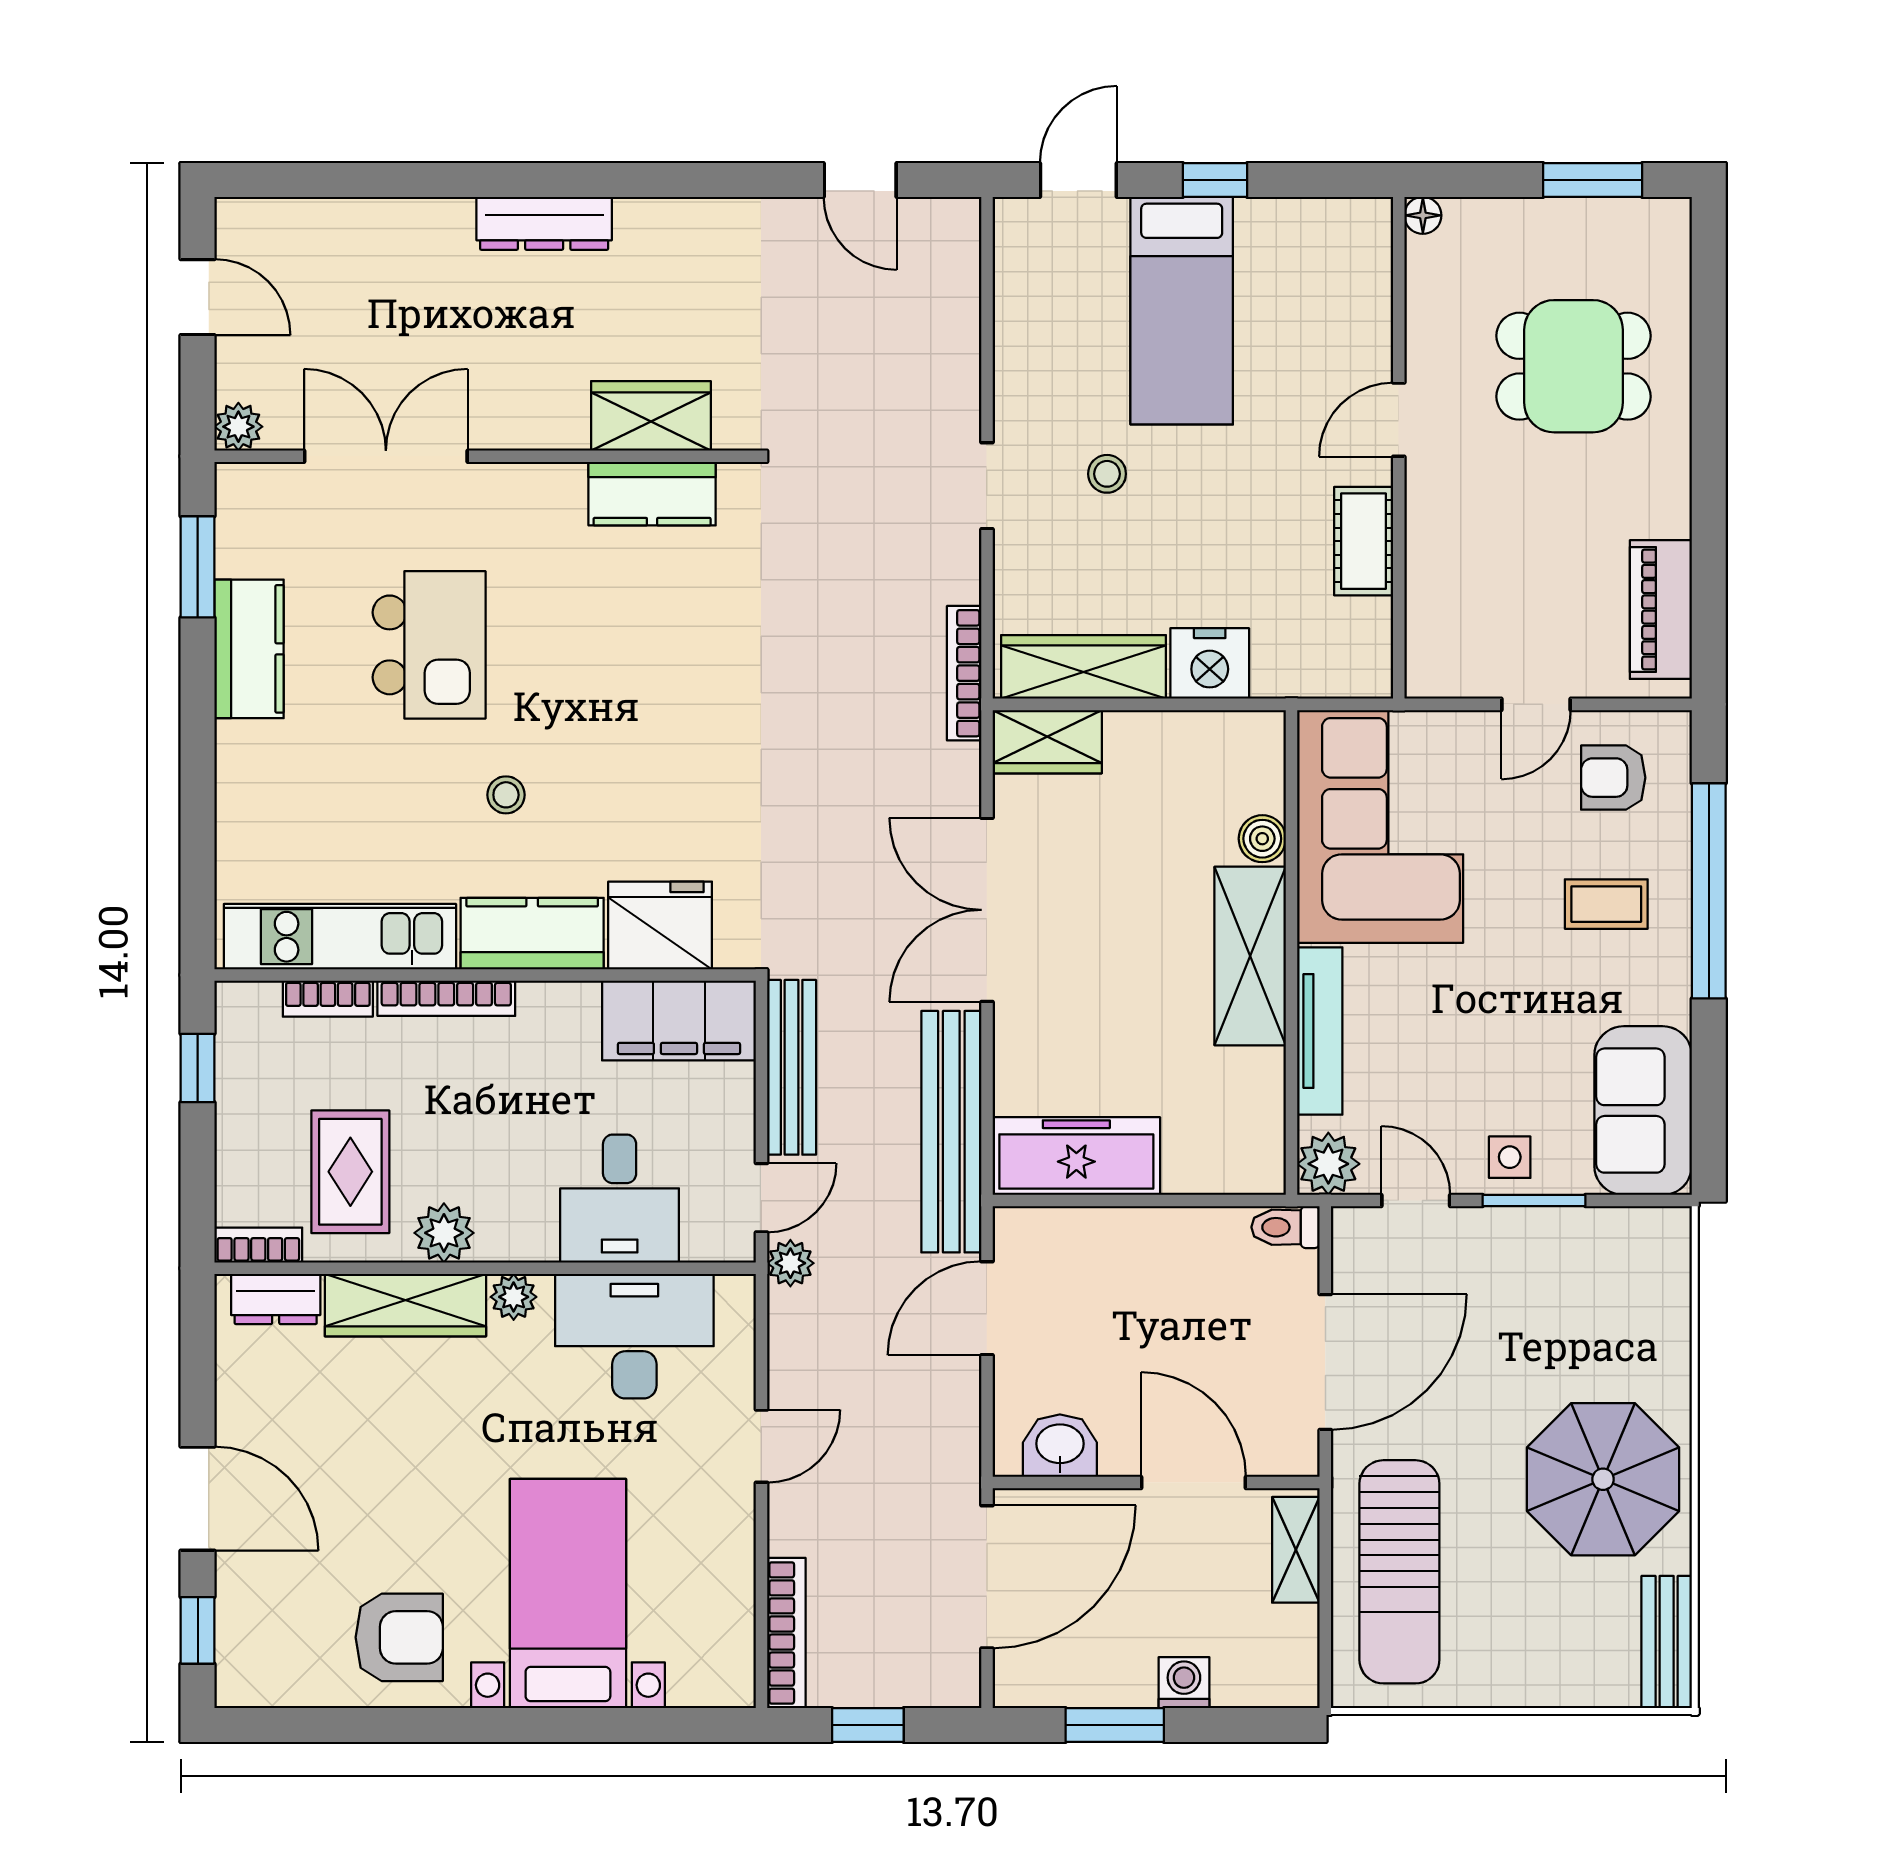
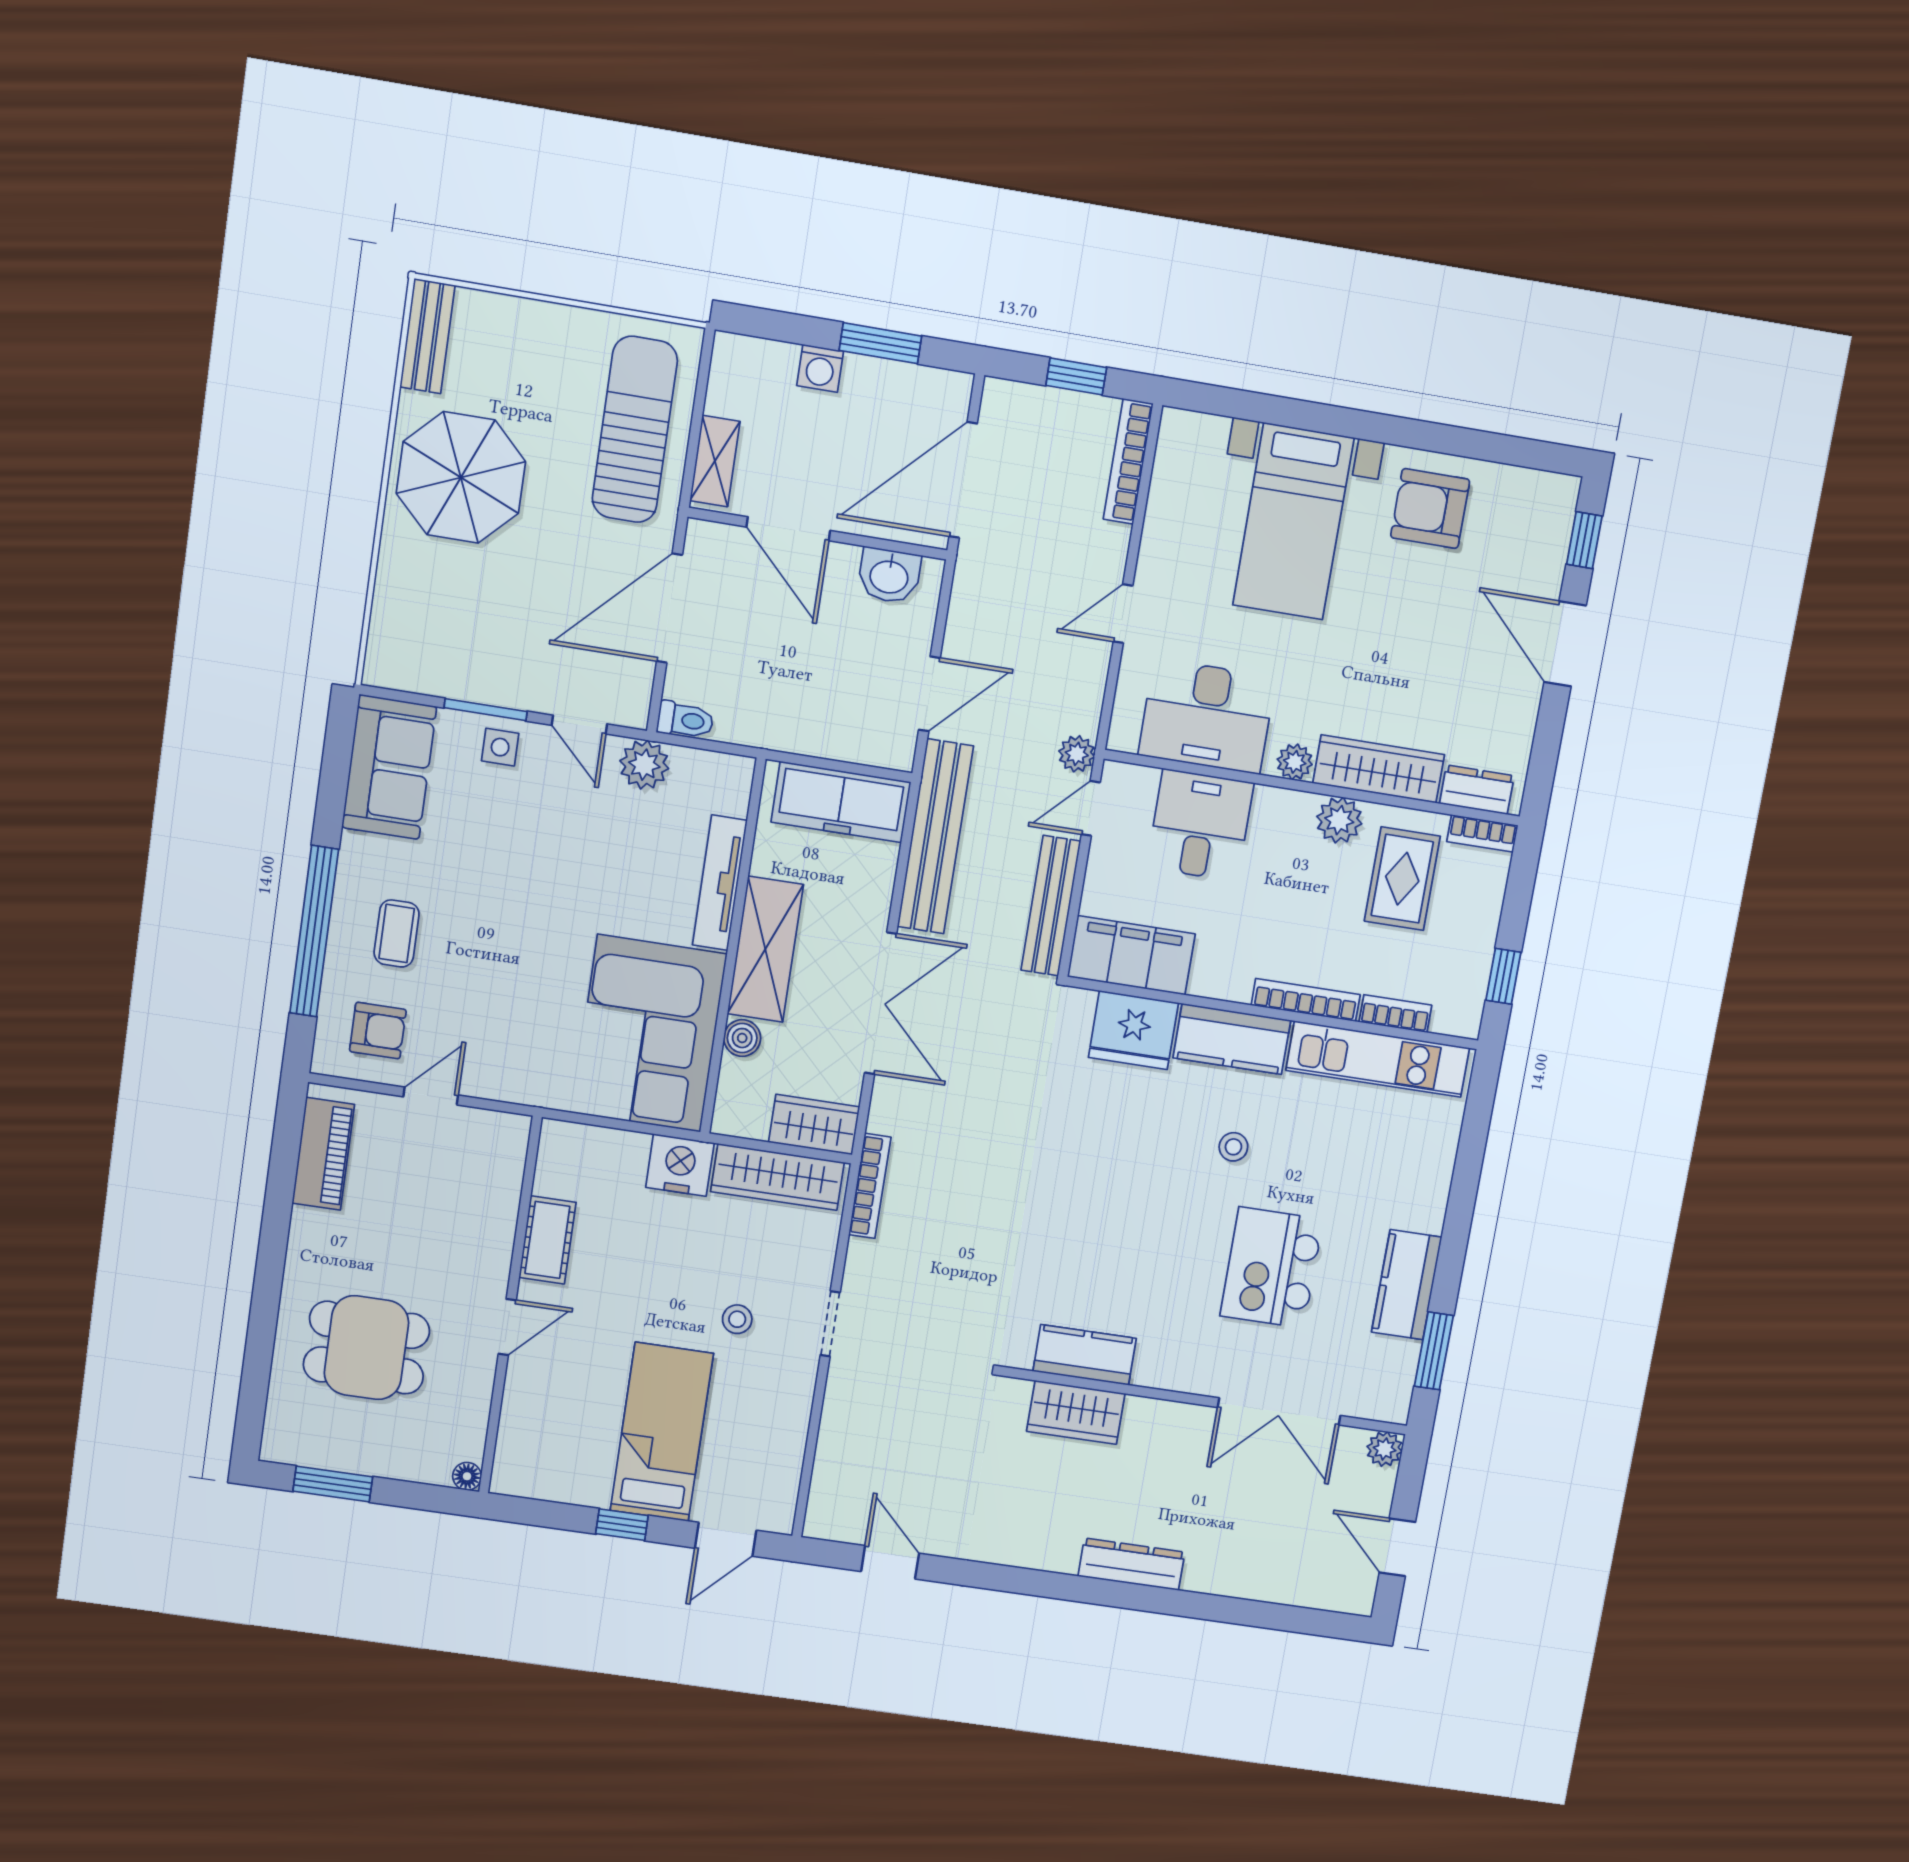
corner sofa: (1380, 826) -> (649, 1033), moved
boiler: (1262, 839) -> (742, 1038), moved
coffee table: (1606, 904) -> (397, 933), turned 90
wall: (1291, 952) -> (733, 947), moved
shelving: (1250, 956) -> (765, 949), moved
tv unit: (1320, 1031) -> (720, 883), moved

